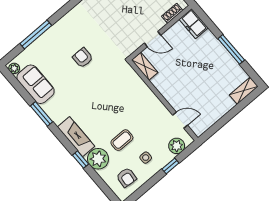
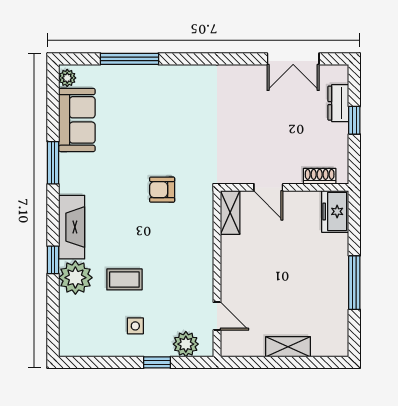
armchair: (83, 58) -> (162, 190), moved, turned -90
shelving: (244, 91) -> (288, 347), moved
armchair: (126, 177) -> (91, 330), removed

